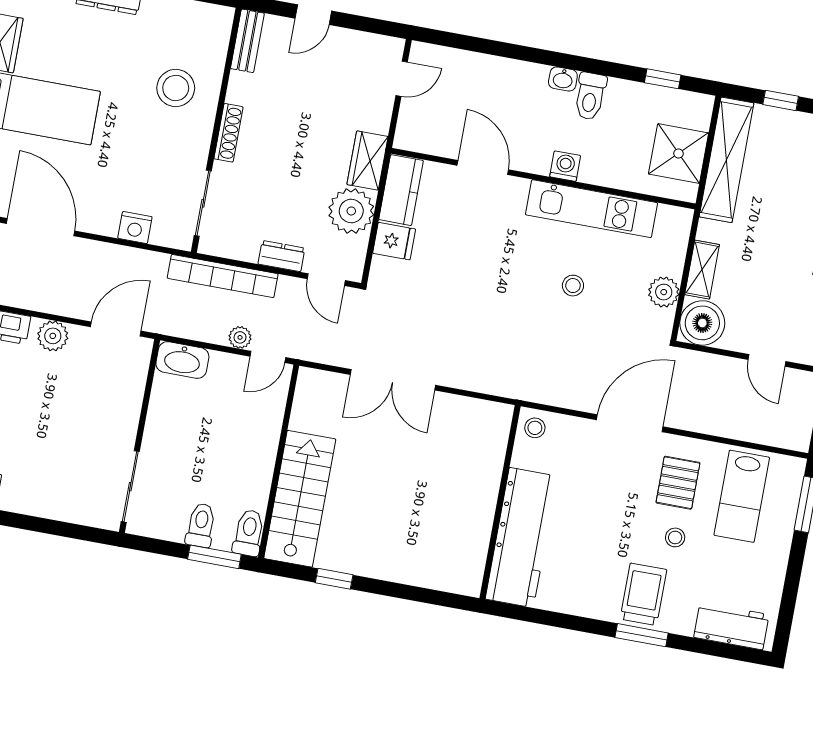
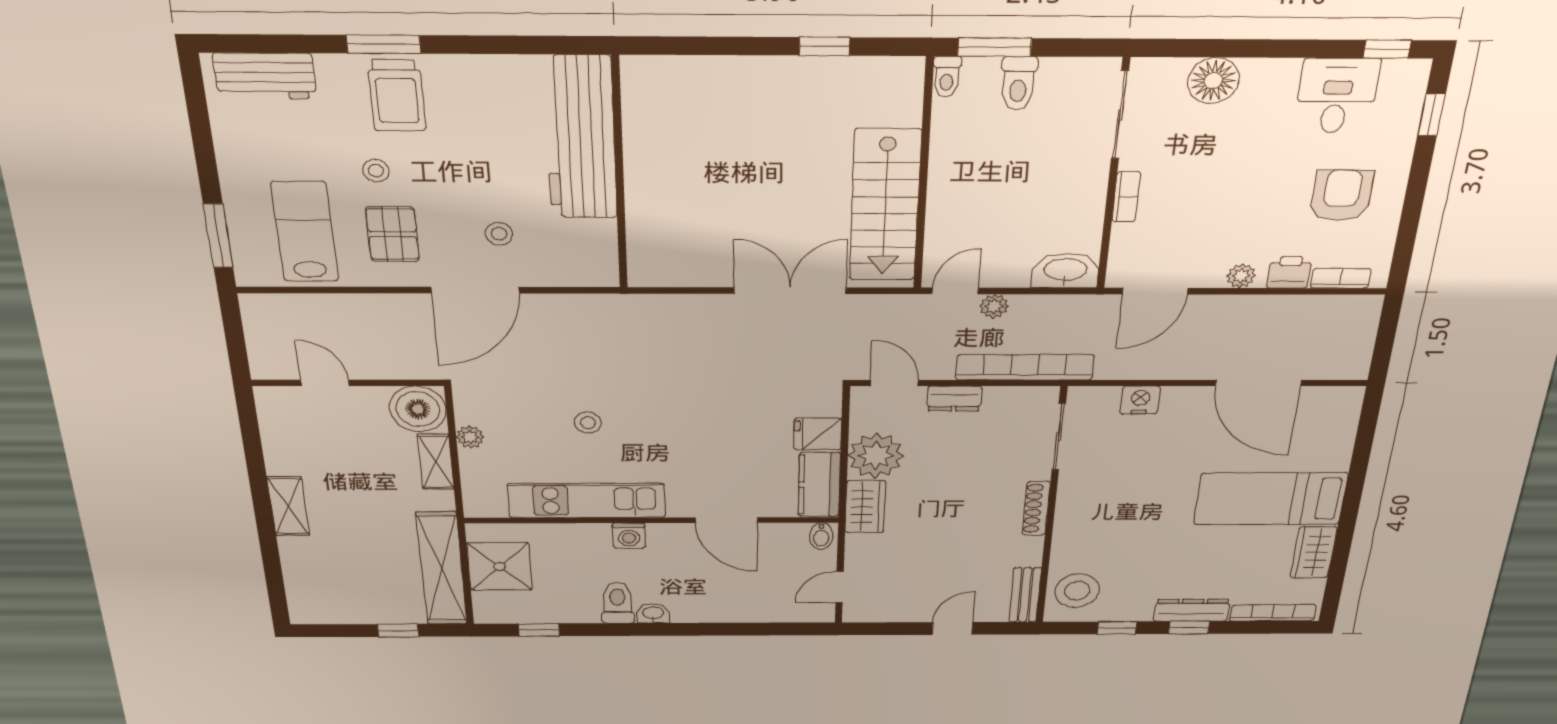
stool: (176, 88) -> (1077, 591), moved
bidet: (408, 136) -> (821, 536), added
plant: (664, 292) -> (470, 437), width x0.73, depth x0.73
plant: (53, 336) -> (1241, 276), width x0.73, depth x0.73
bookcase: (131, 417) -> (1126, 197), added
stool: (535, 428) -> (499, 234), moved
stairs: (300, 499) -> (885, 206), moved
floor lamp: (61, 503) -> (1213, 81), added
toilet: (249, 533) -> (947, 77), width x0.73, depth x0.72

